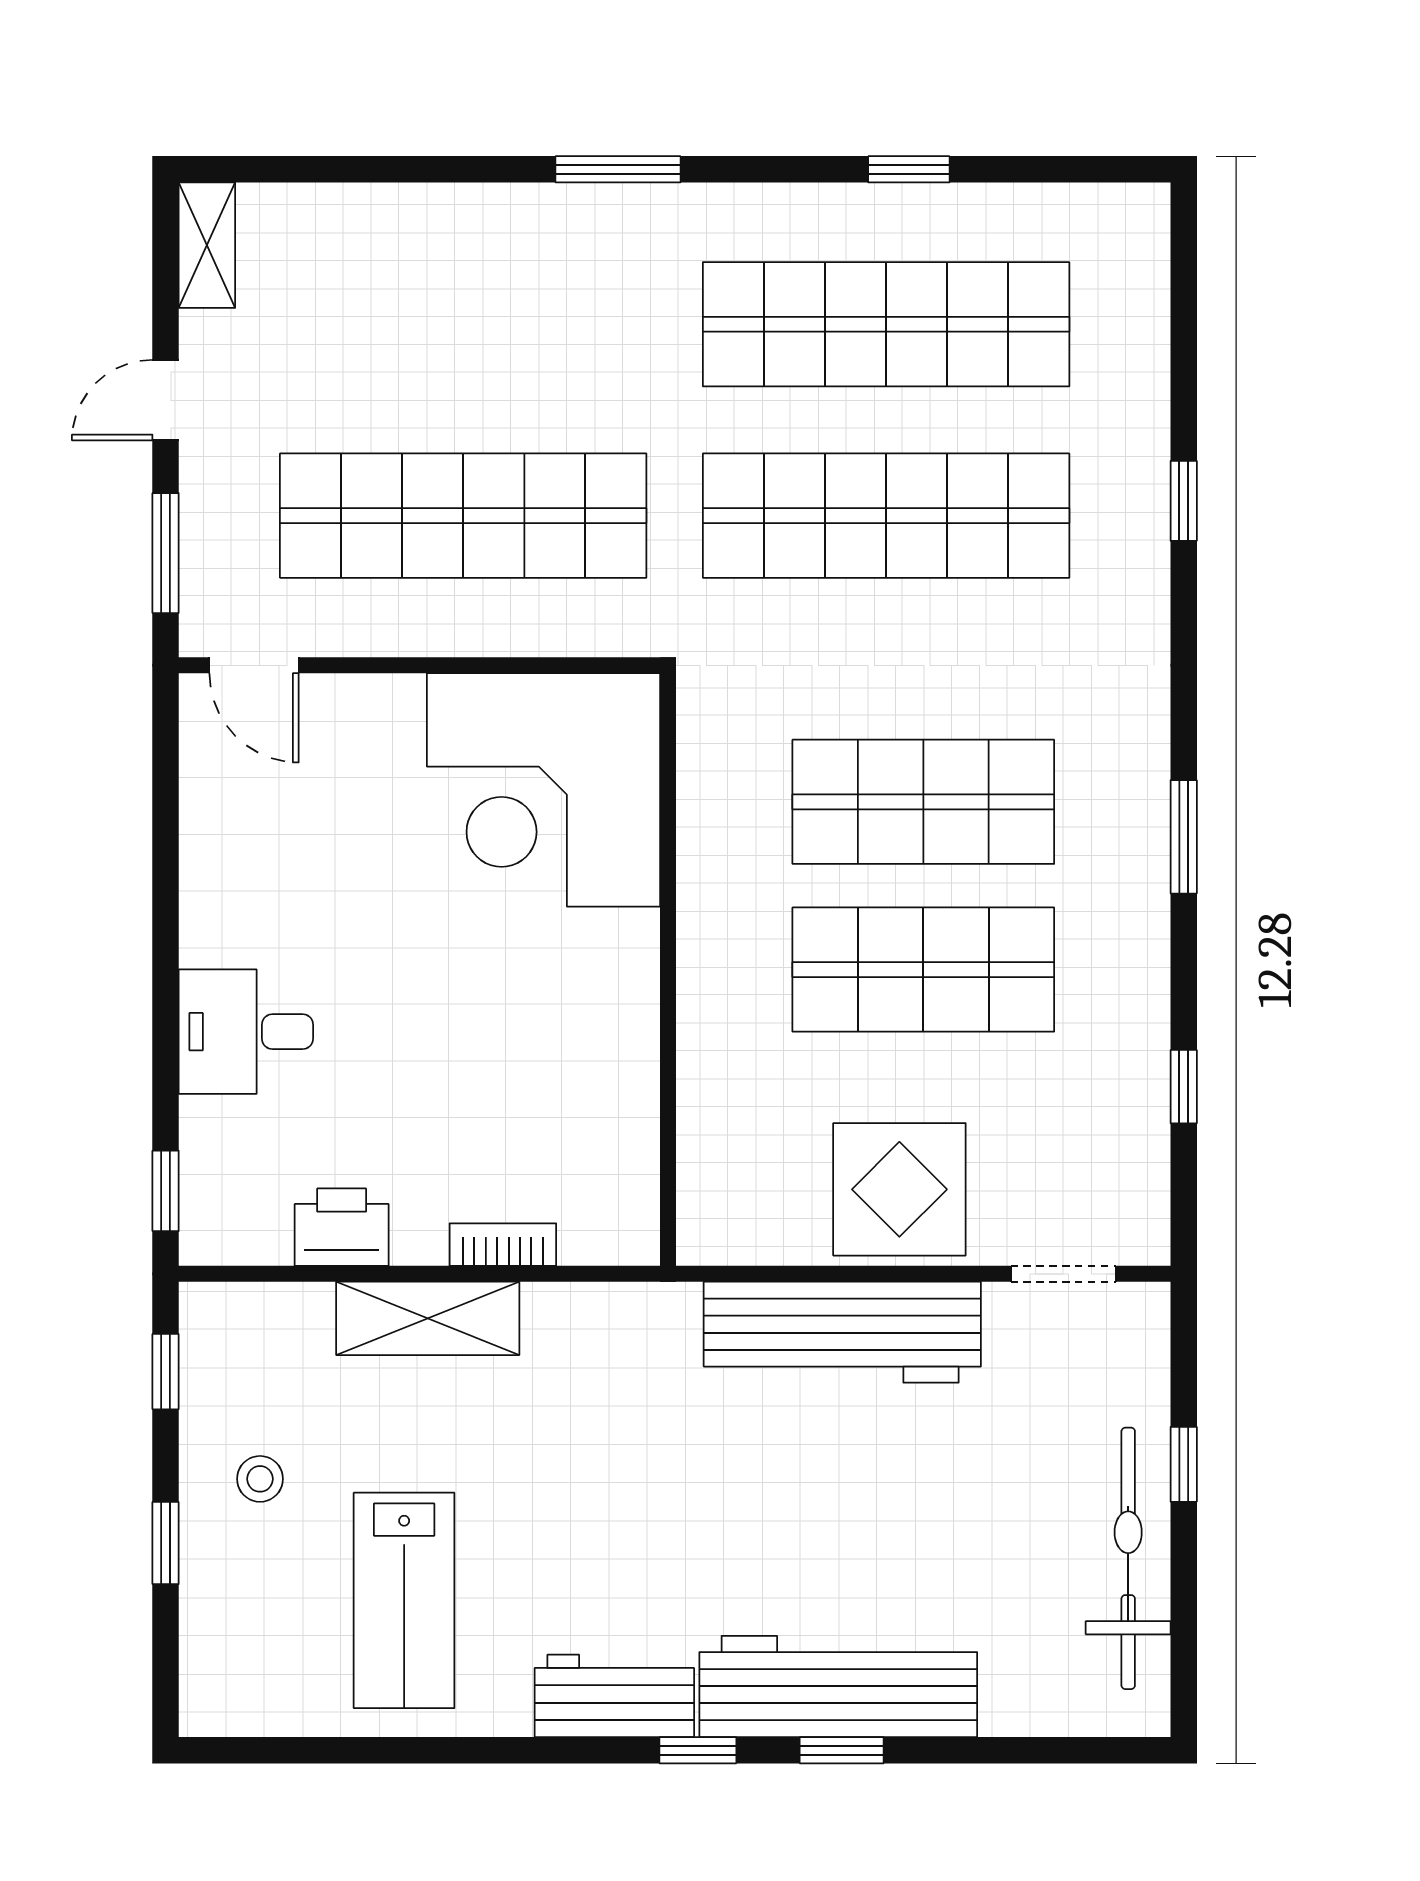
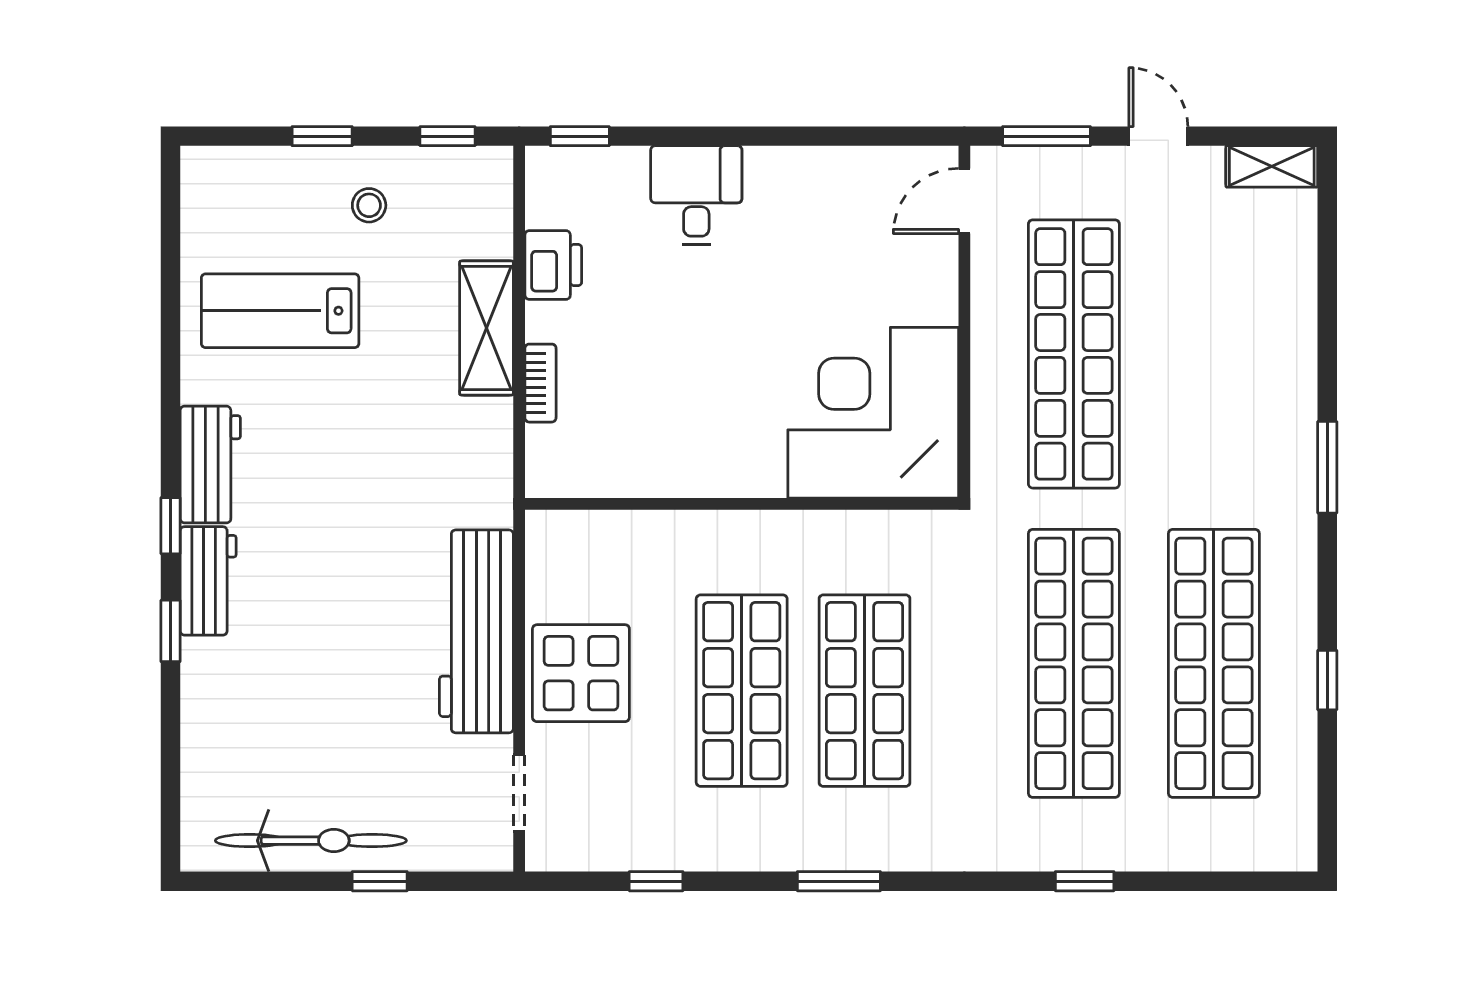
workbench: (838, 1686) -> (208, 581), width x0.53, depth x0.76

